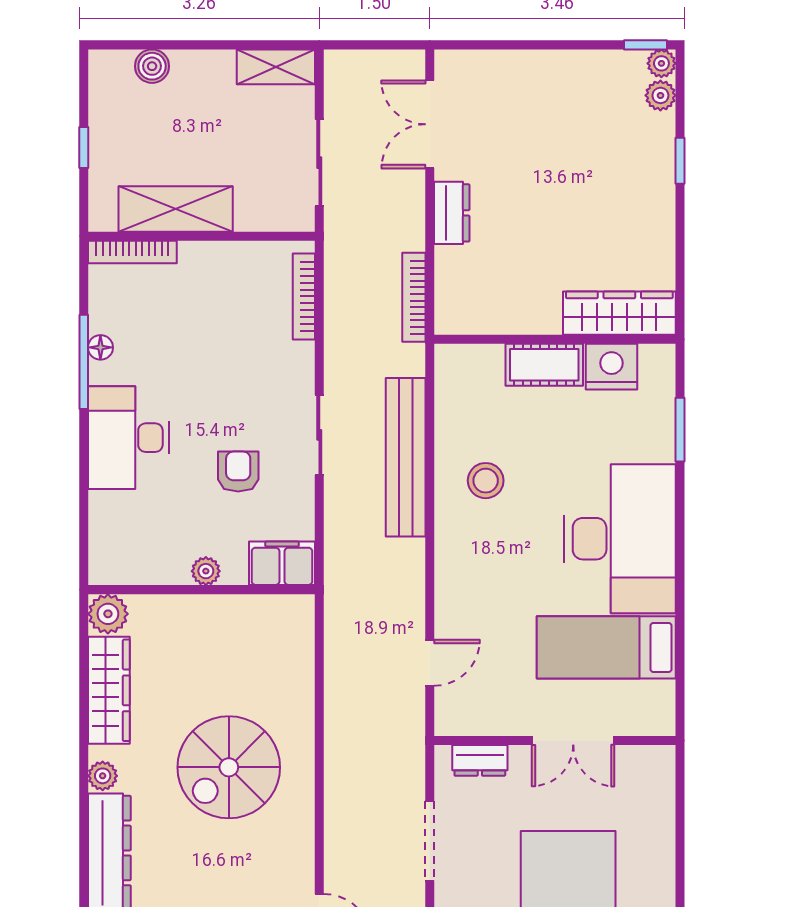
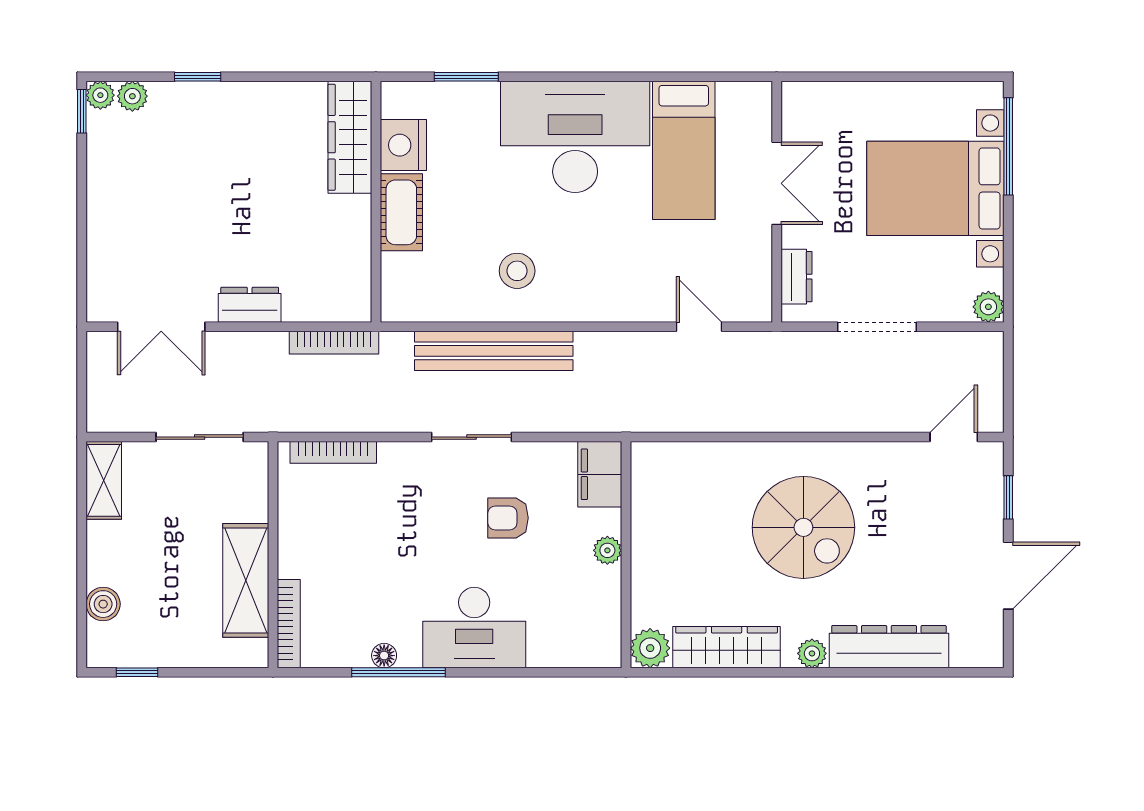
window: (84, 147) -> (137, 672), moved

